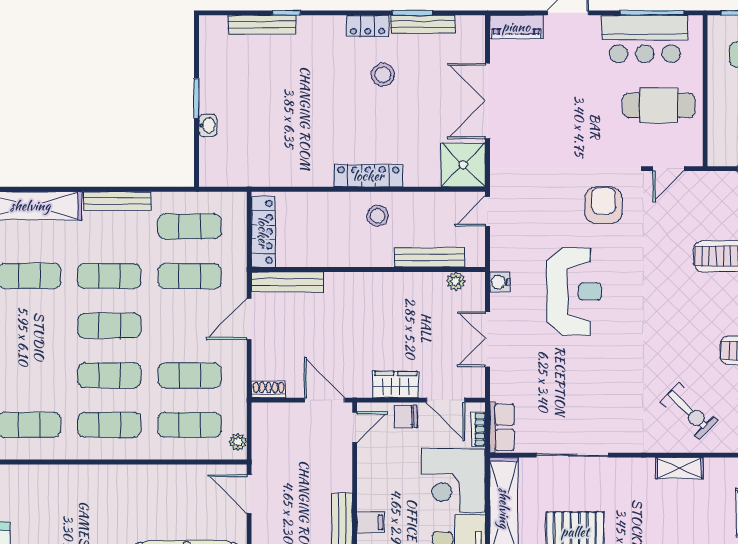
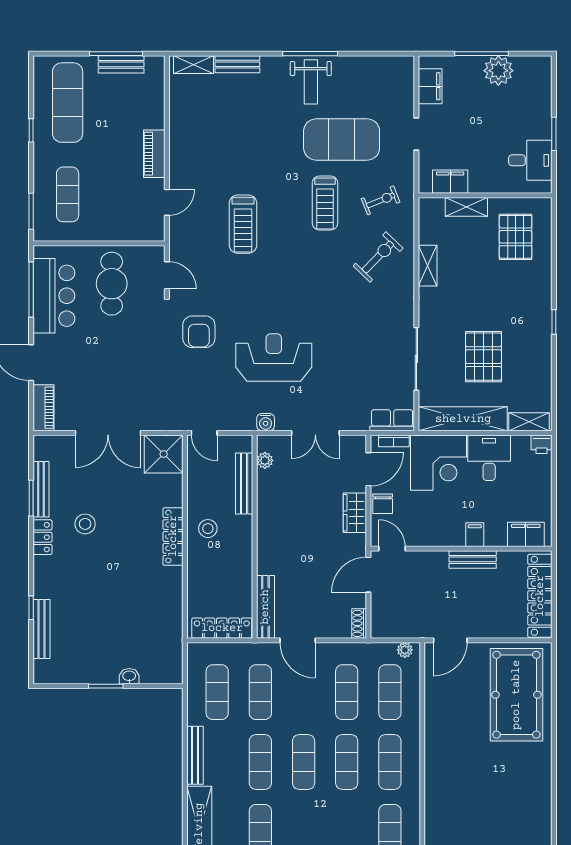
armchair: (604, 205) -> (199, 332), turned -90

